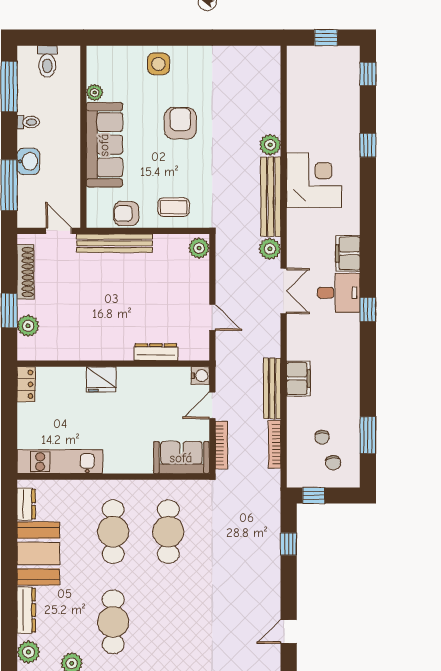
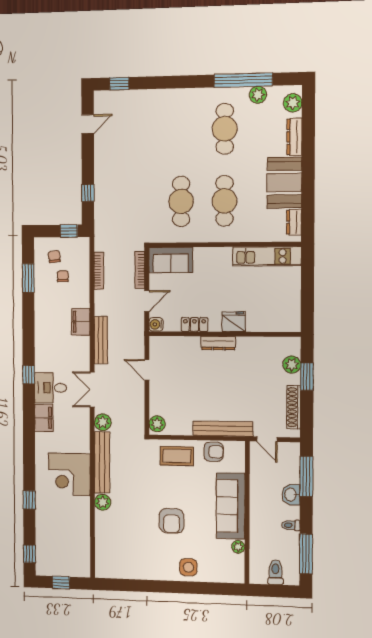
coffee table: (174, 207) -> (177, 456), width x1.36, depth x1.30
dresser: (156, 352) -> (218, 343), moved
locker: (26, 384) -> (195, 325), moved, turned 90
bench: (272, 388) -> (101, 340), moved

